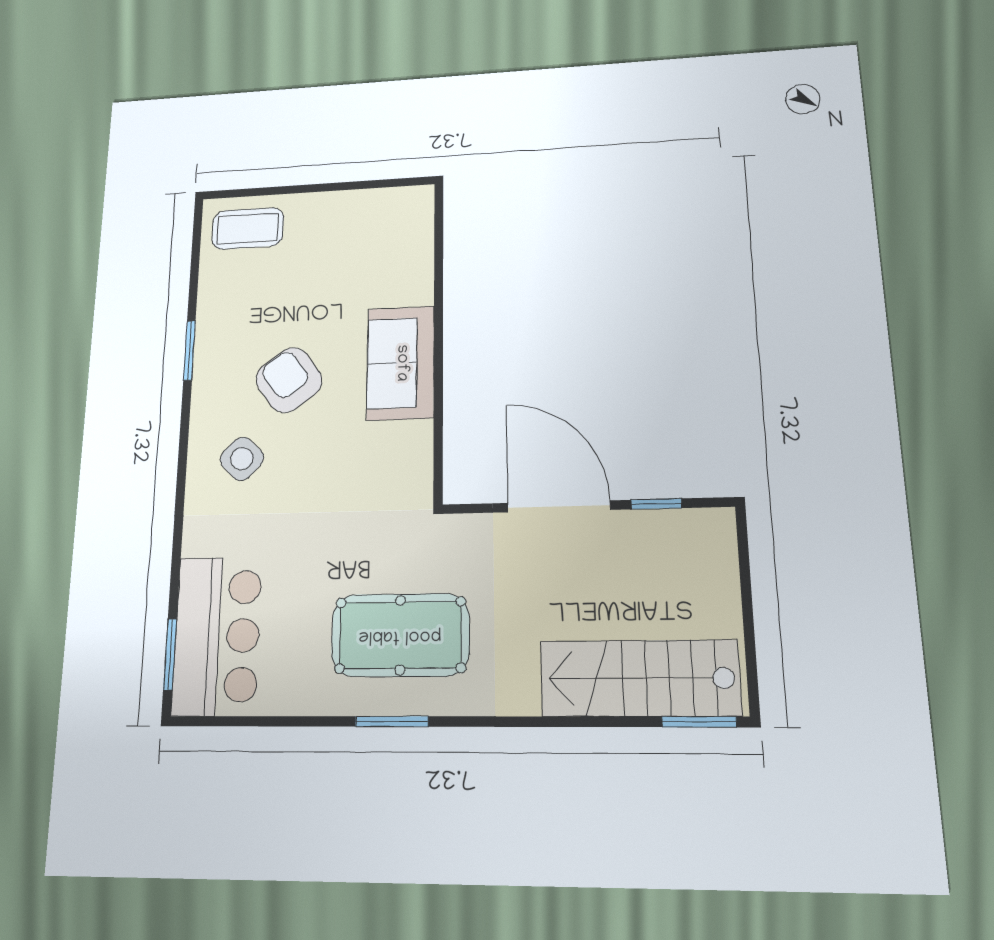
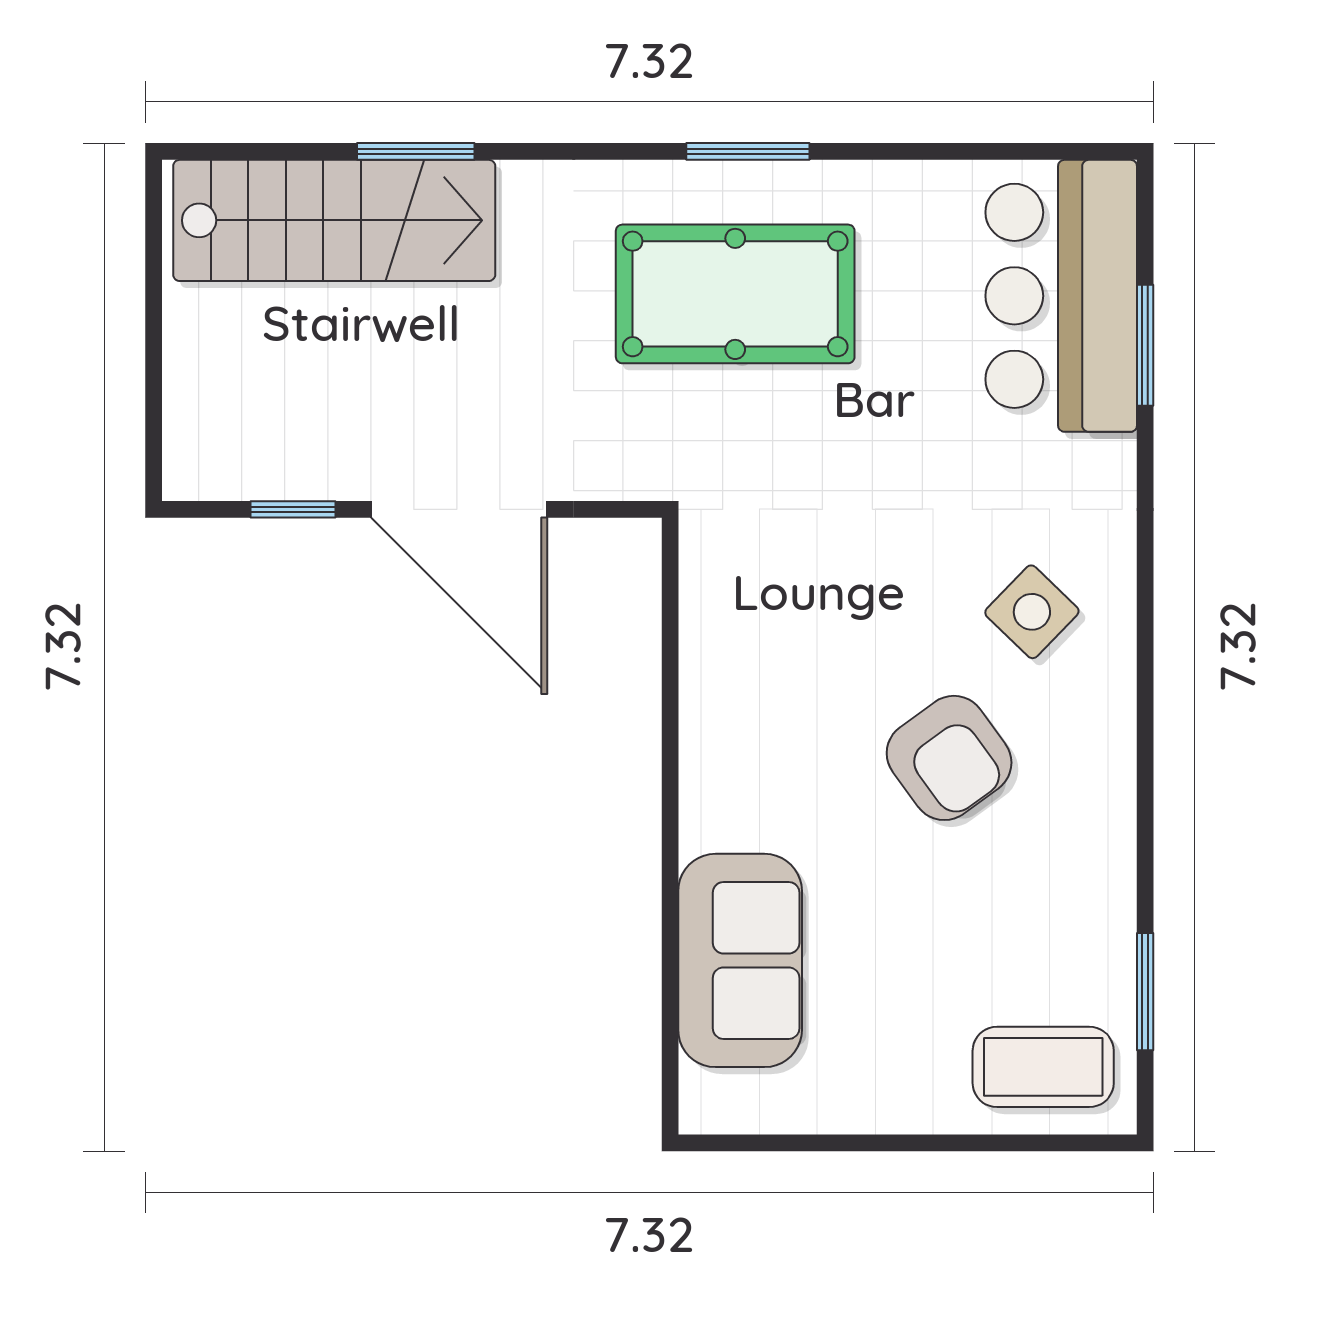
window: (189, 350) -> (1145, 992), moved
sofa: (401, 363) -> (740, 960), moved
window: (170, 654) -> (1145, 345), moved
window: (699, 722) -> (416, 151), moved

